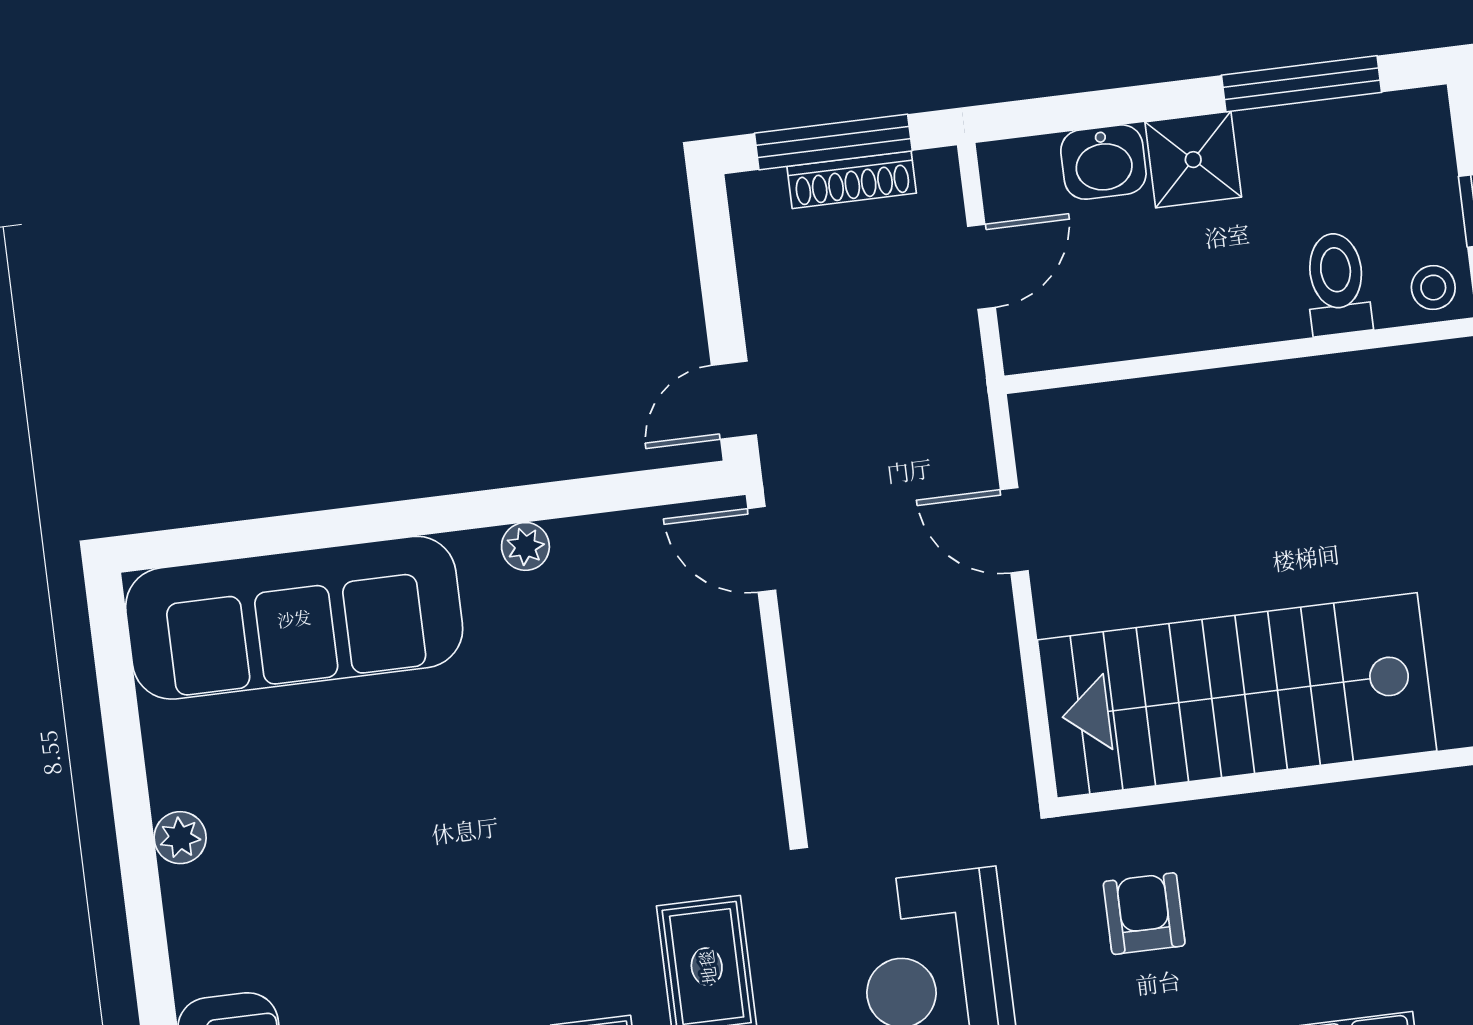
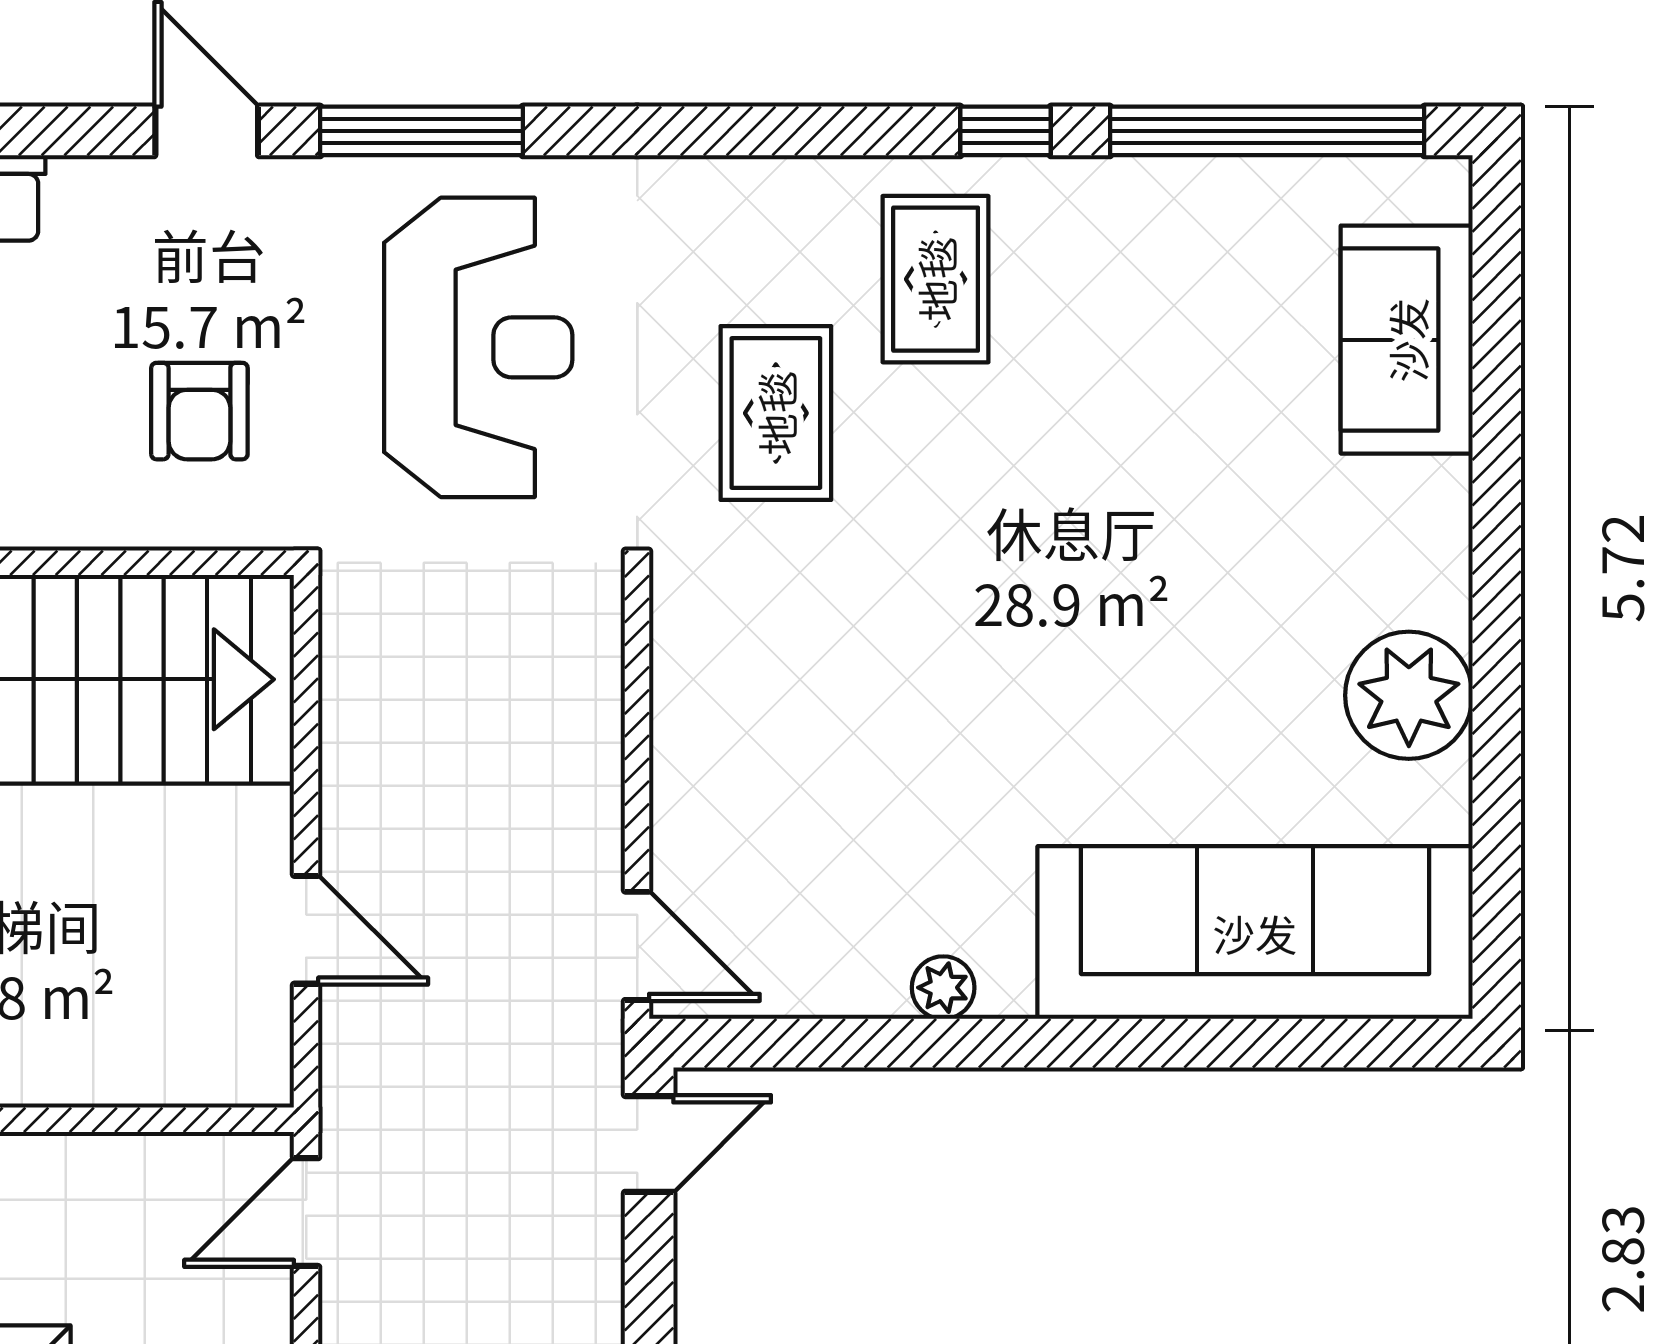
door: (981, 267) -> (306, 1212), moved
plant: (180, 838) -> (1409, 695), width x1.87, depth x1.87

